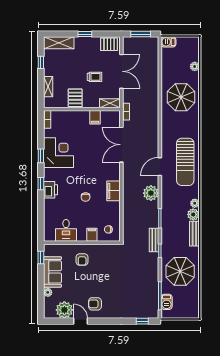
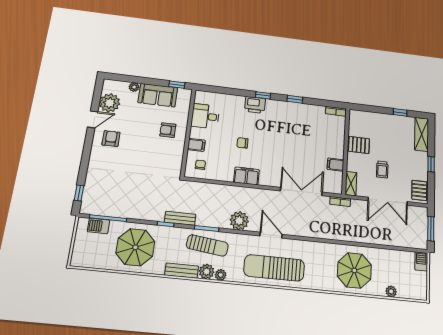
shelving: (48, 87) -> (373, 117), removed
corner desk: (58, 153) -> (297, 119), removed
sun lounger: (173, 216) -> (207, 245), added

